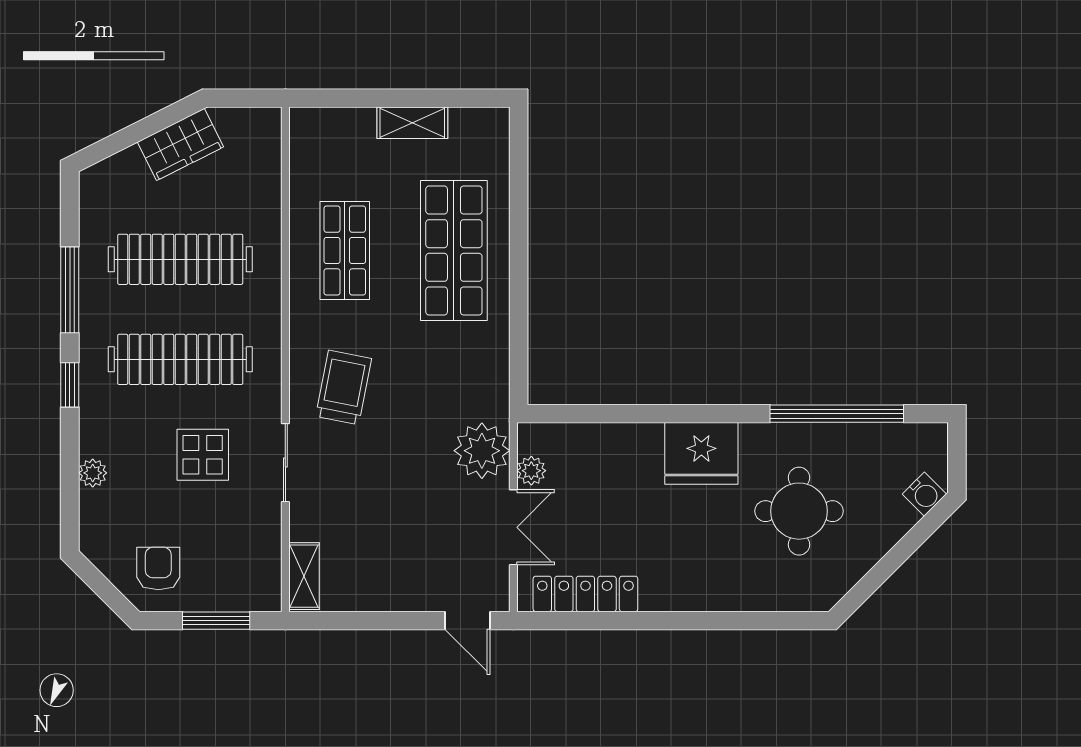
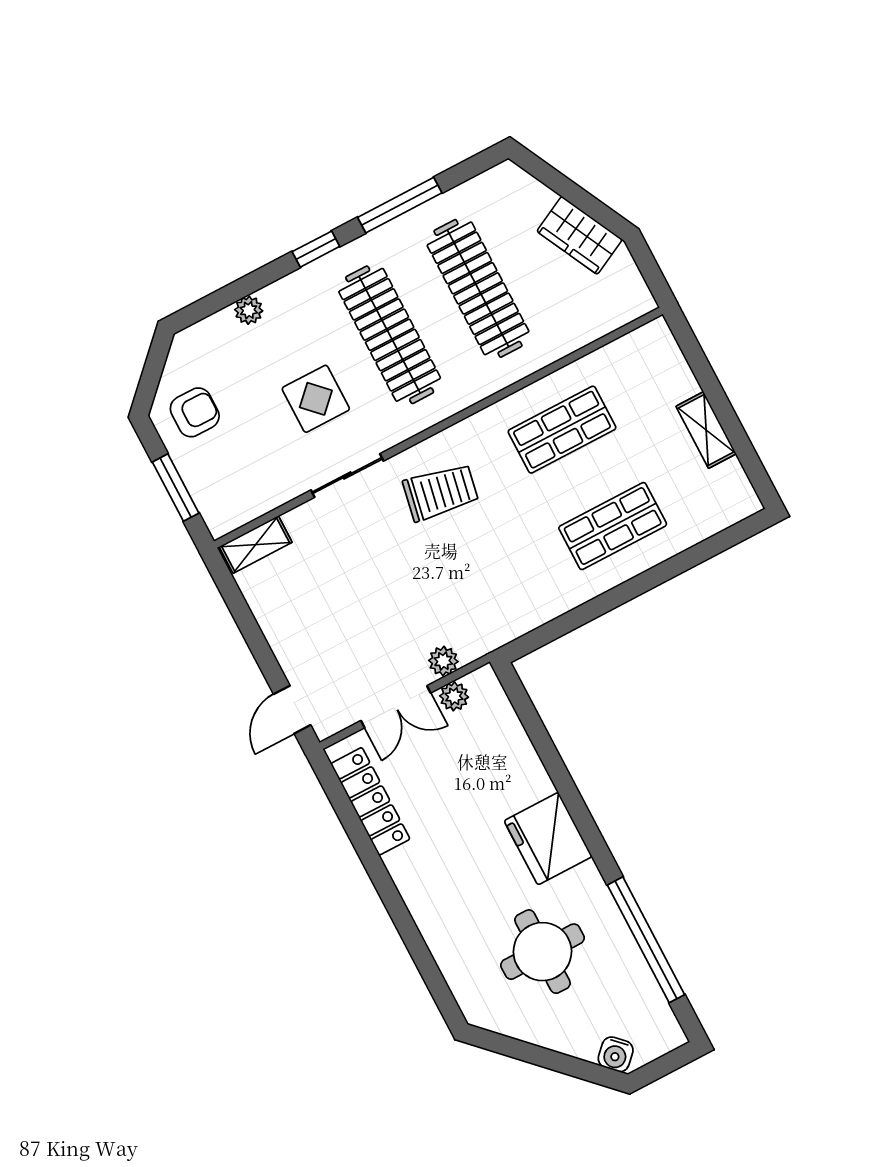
shop shelf: (454, 251) -> (613, 526), width x0.70, depth x0.74
plant: (482, 451) -> (443, 661), width x0.53, depth x0.53

